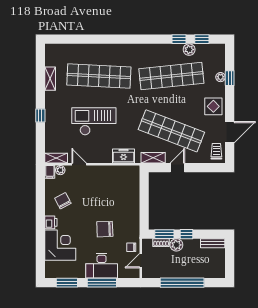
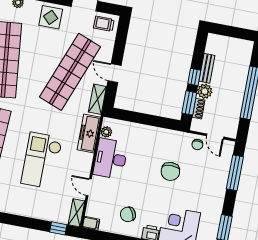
window: (40, 115) -> (58, 228), moved
freezer: (124, 156) -> (89, 133), width x1.40
door: (79, 164) -> (89, 187), hinge flipped
plant: (60, 170) -> (106, 132), moved
bench: (213, 243) -> (207, 68), moved
desk: (102, 266) -> (111, 159), moved, turned 180
window: (102, 283) -> (235, 173), moved

